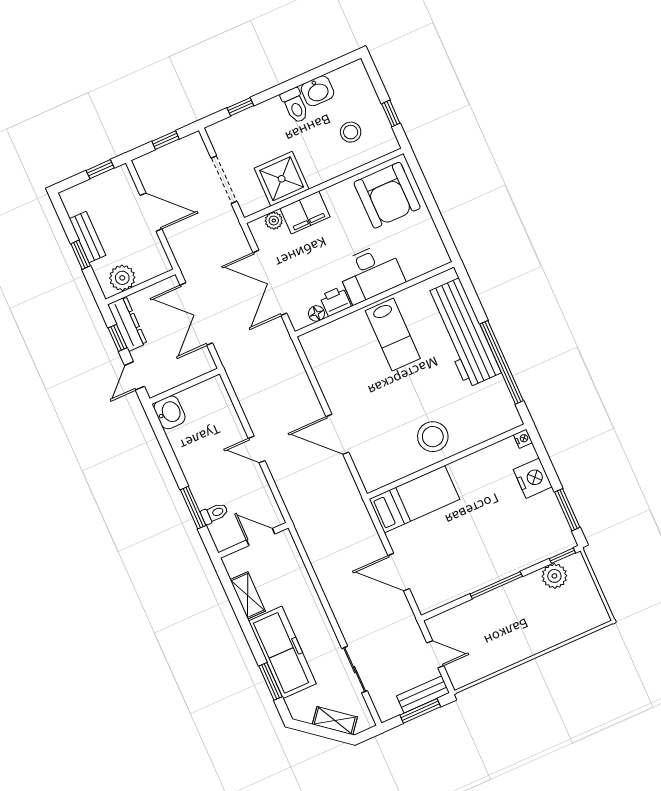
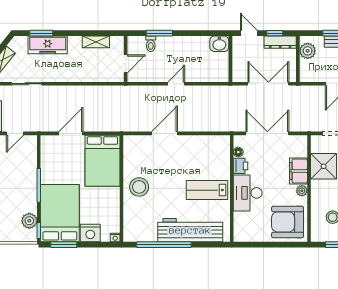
plant: (274, 221) -> (302, 191), moved
bed: (414, 499) -> (102, 161), width x1.50
bed: (523, 536) -> (60, 213), added
freezer: (282, 652) -> (48, 45), width x0.73, depth x0.79

